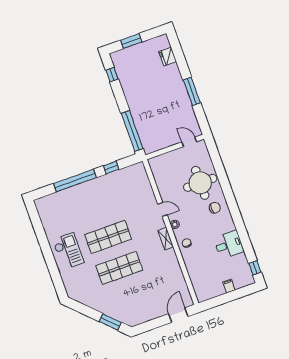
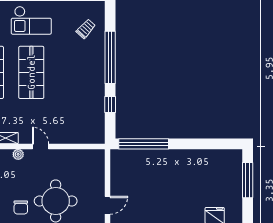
window: (131, 41) -> (248, 180), width x1.44
window: (112, 75) -> (217, 144), removed
trolley: (60, 207) -> (86, 29), added
door: (162, 209) -> (41, 146), swing flipped

